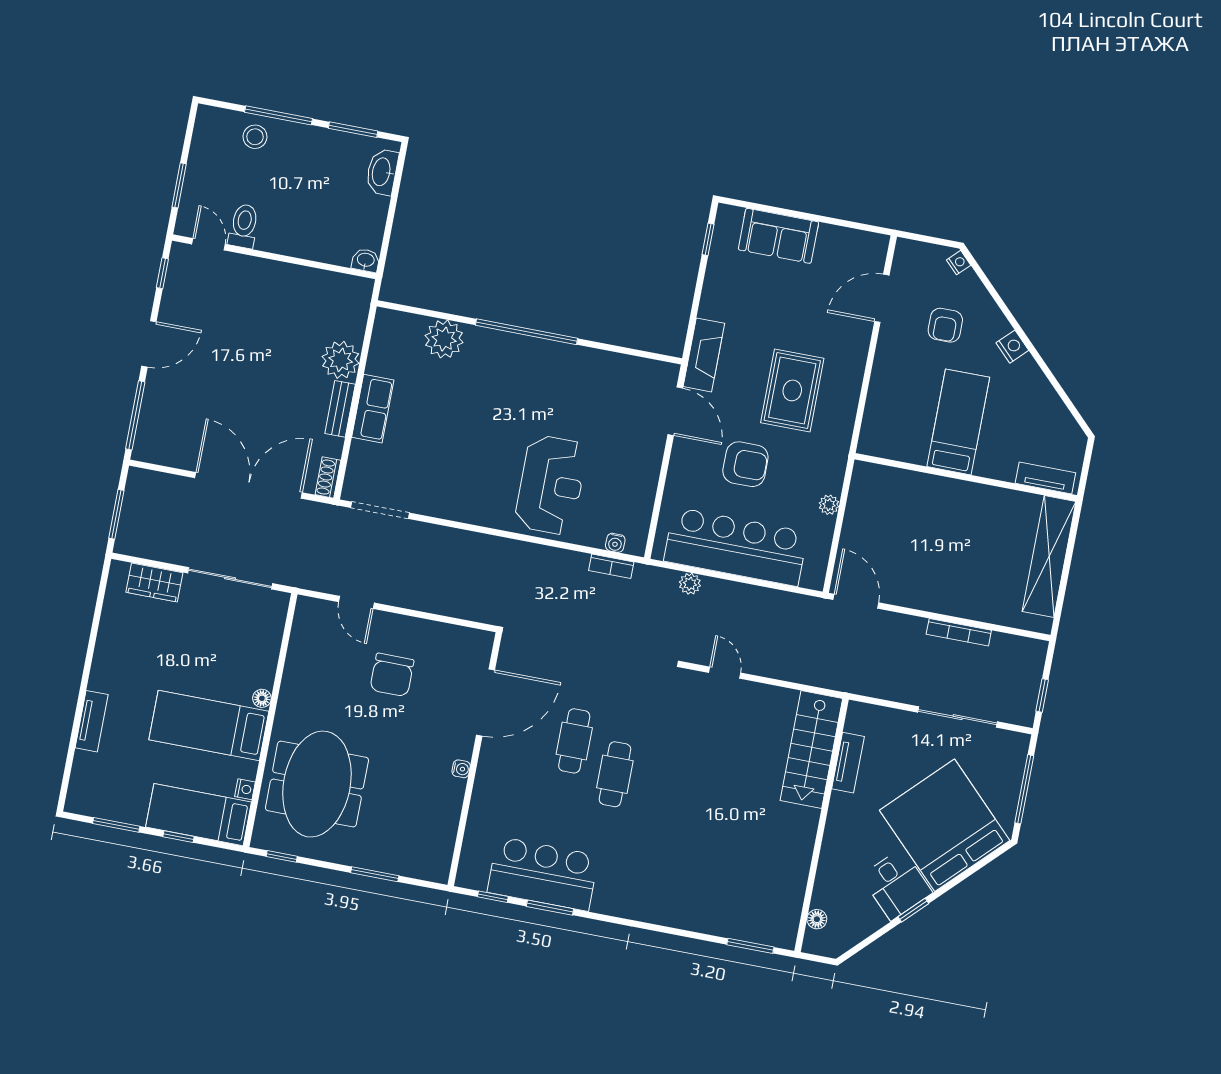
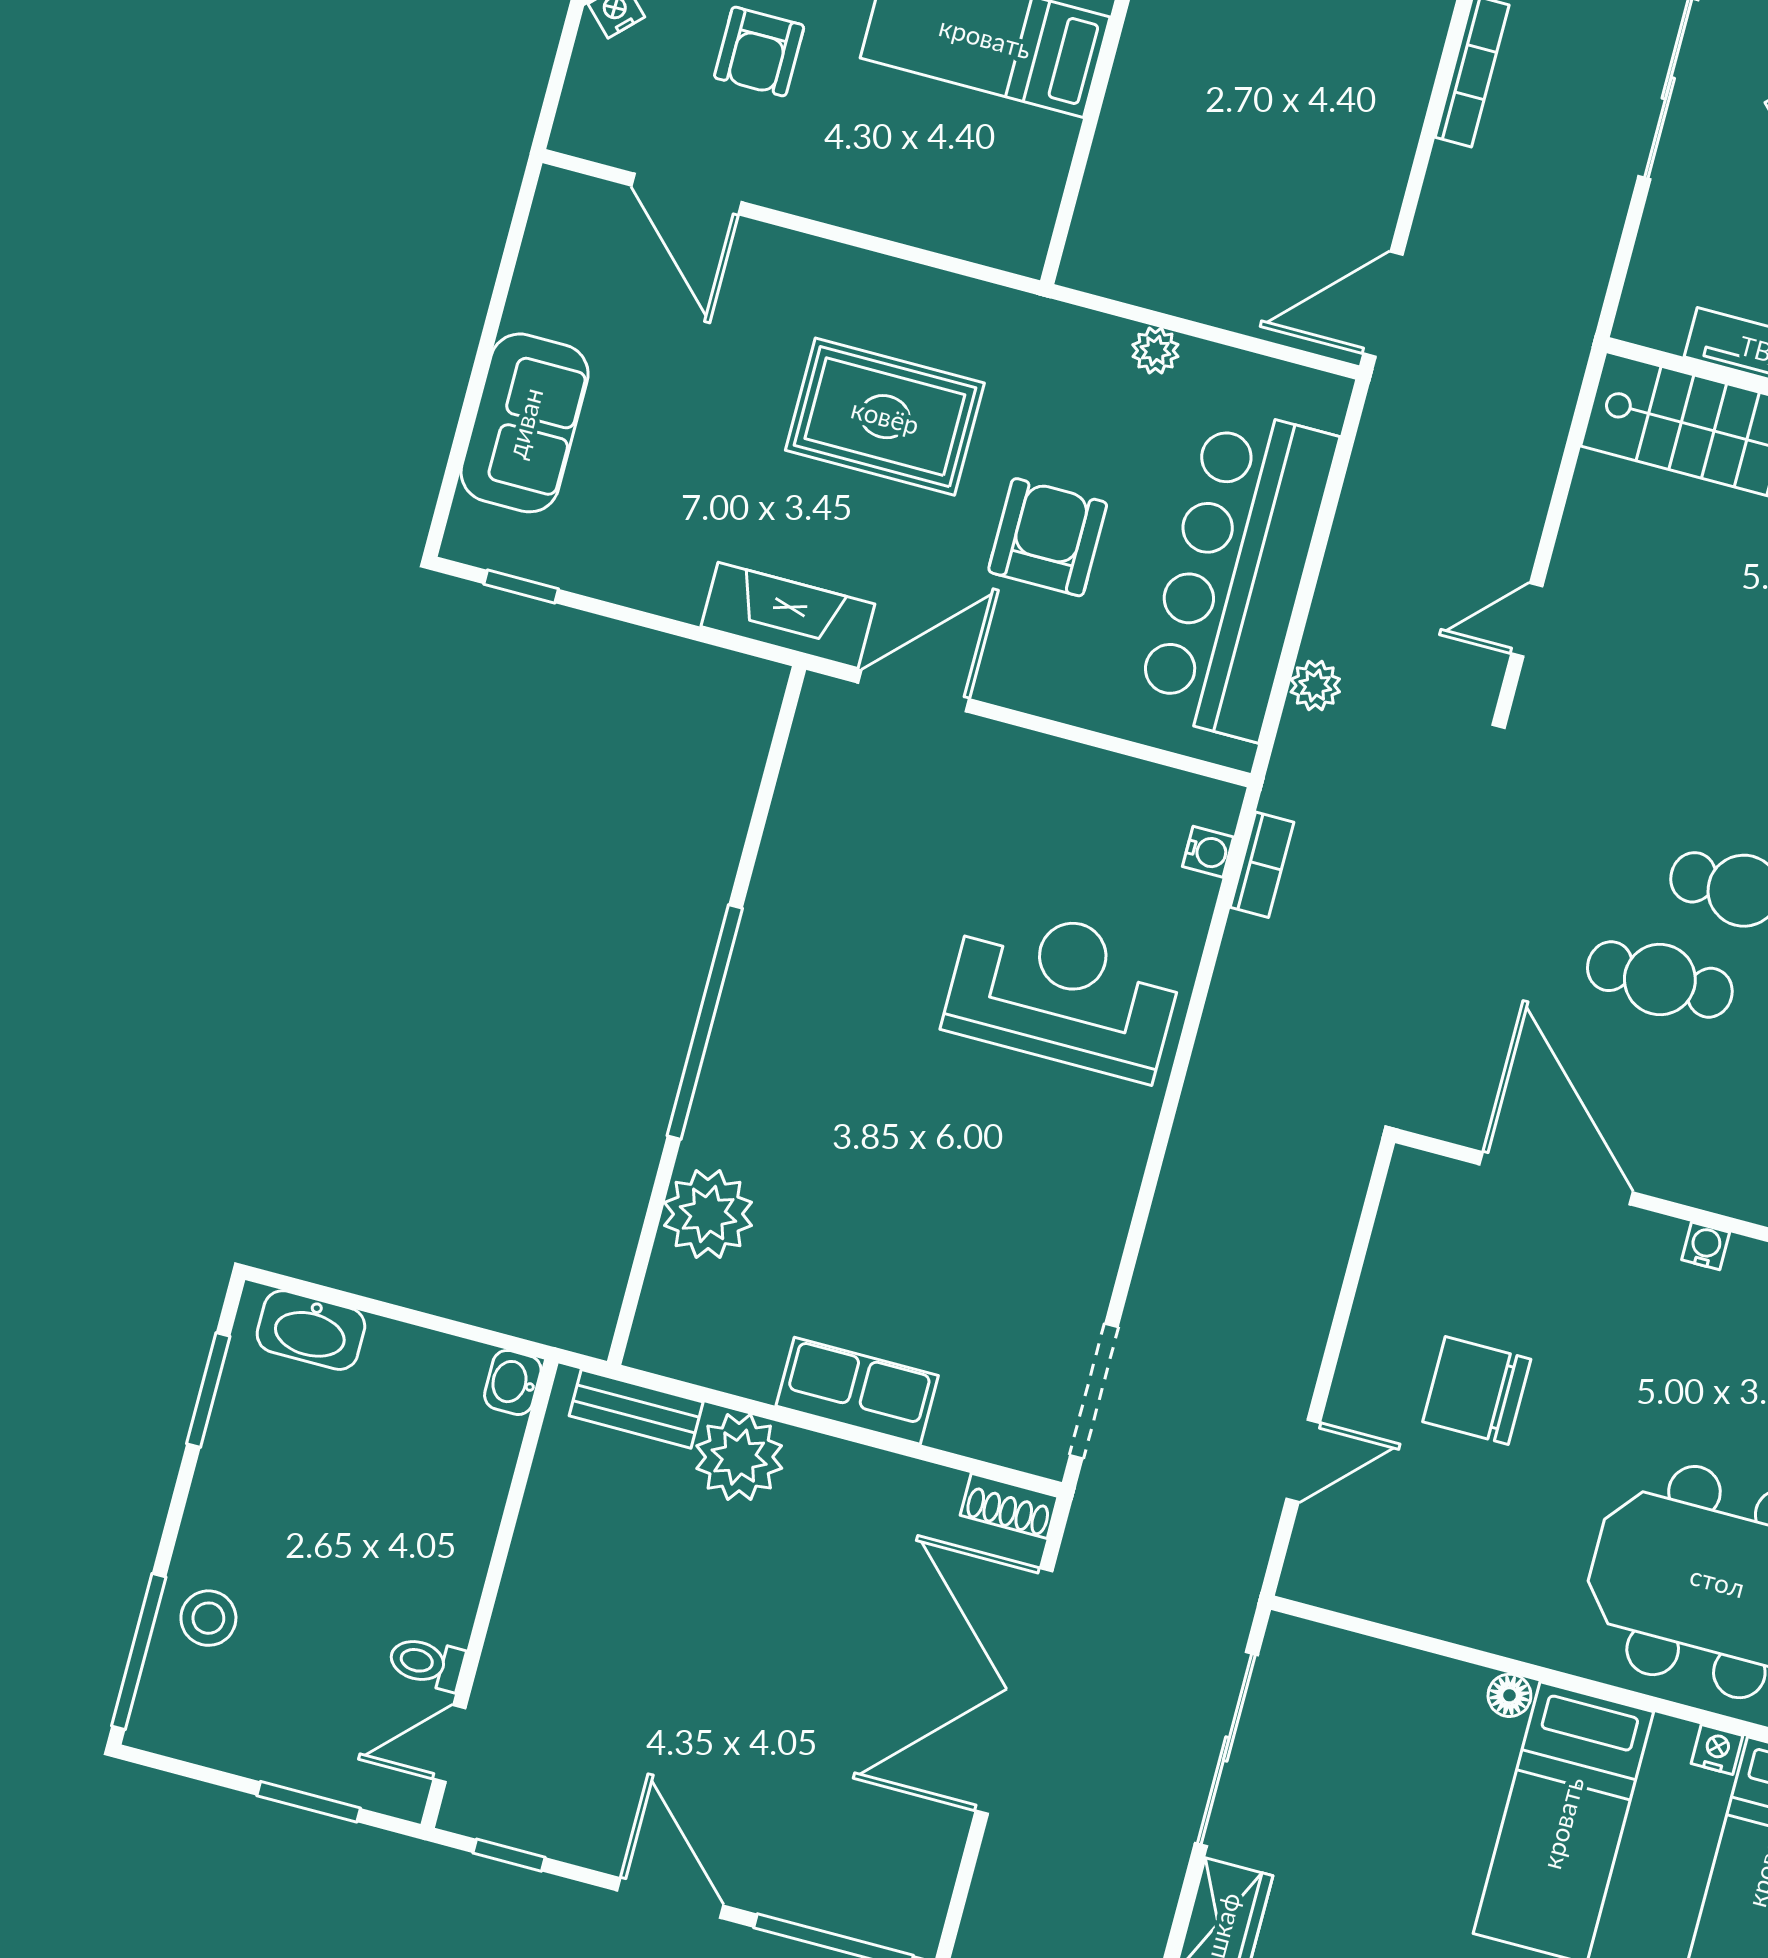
window: (279, 115) -> (139, 1652), moved
toilet: (244, 226) -> (426, 1663), width x0.73, depth x0.72
armchair: (945, 325) -> (759, 52), turned 90
bench: (340, 409) -> (636, 1409), moved
chair: (392, 675) -> (1477, 1390), turned 180

